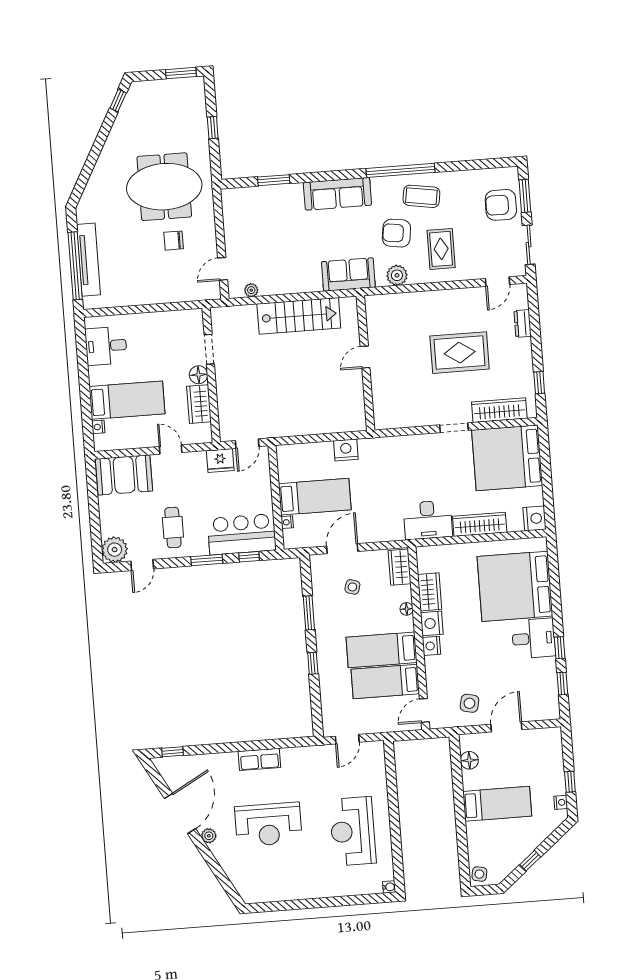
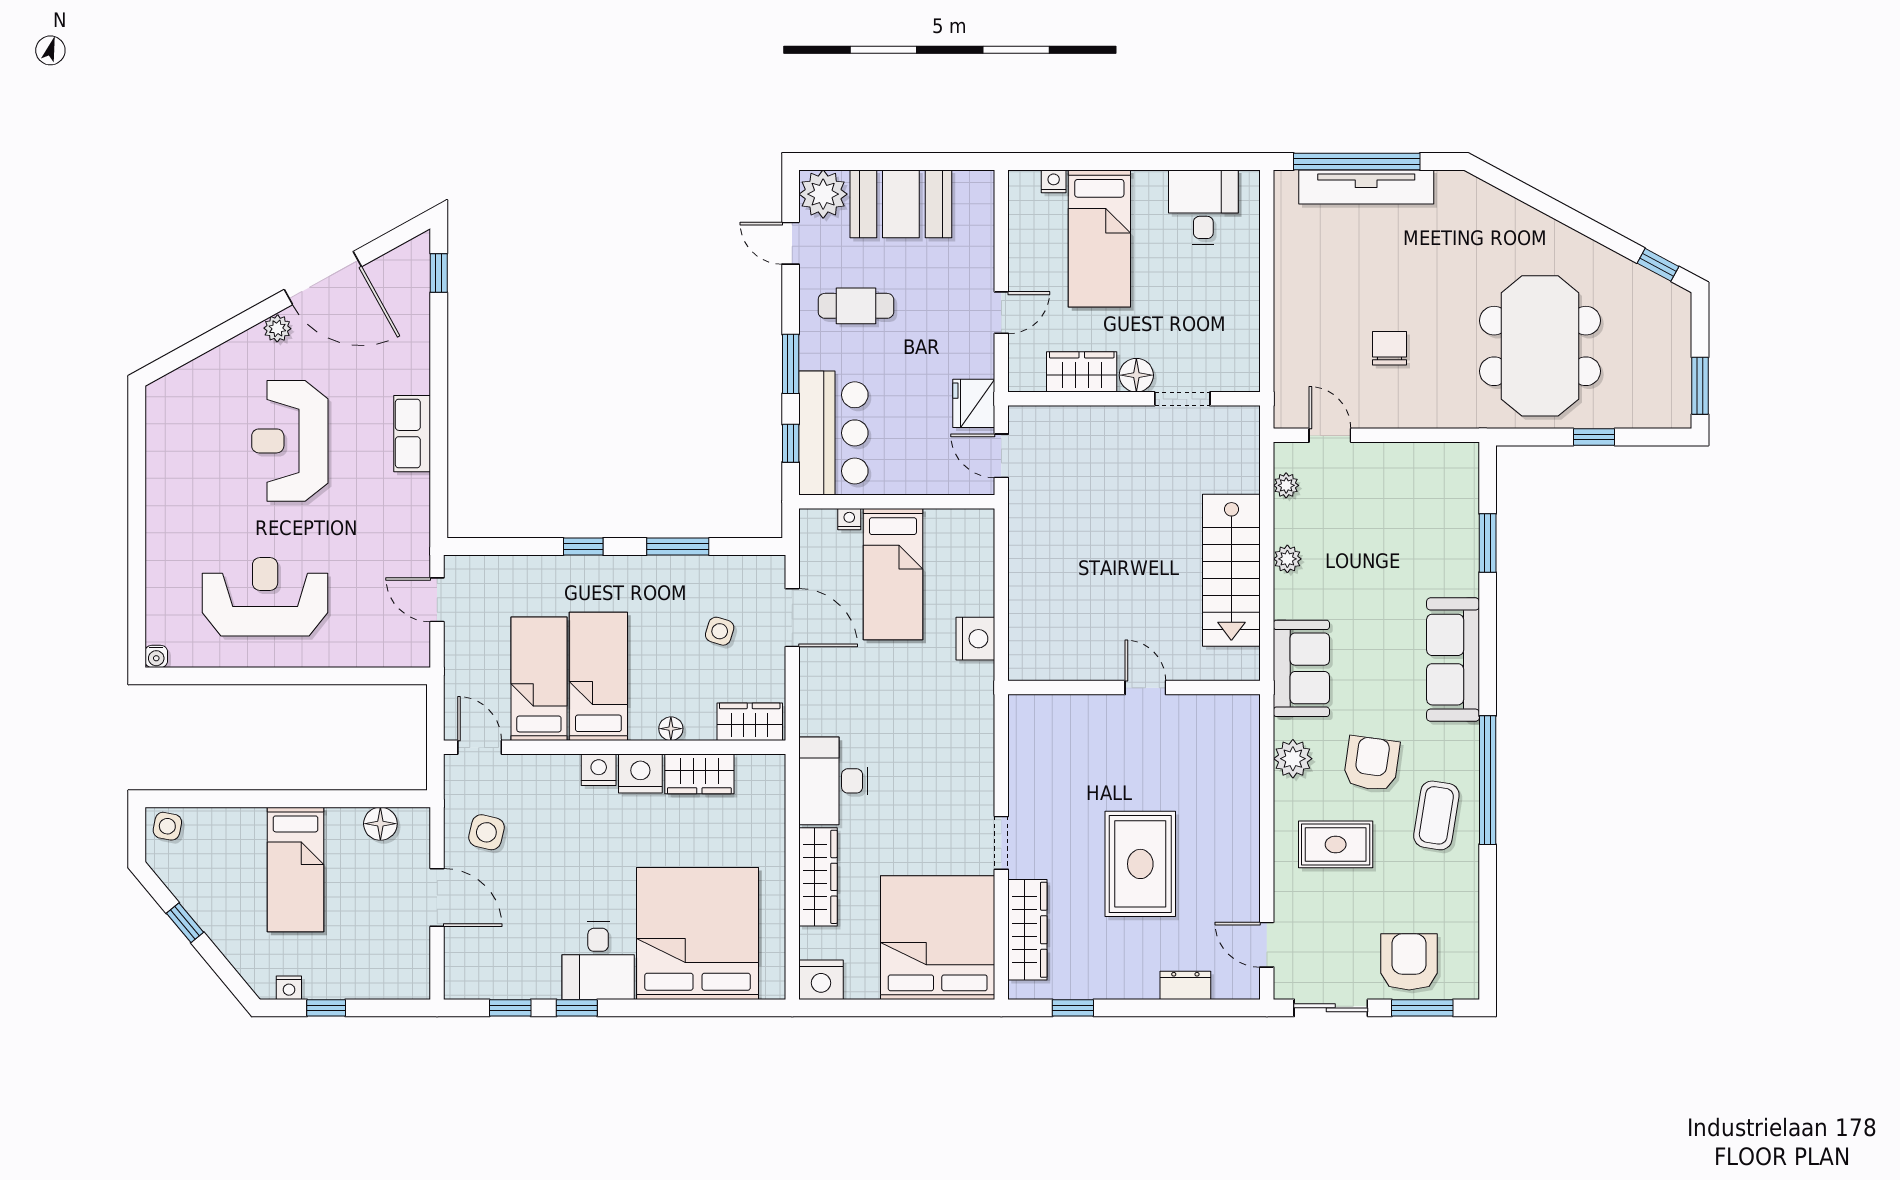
meeting table: (164, 187) -> (1540, 346), moved
plant: (290, 286) -> (1287, 559), added
booth: (124, 475) -> (901, 204), moved, turned 90

